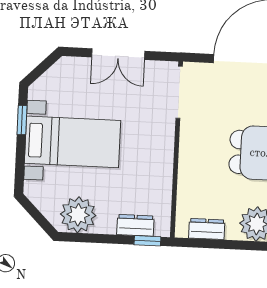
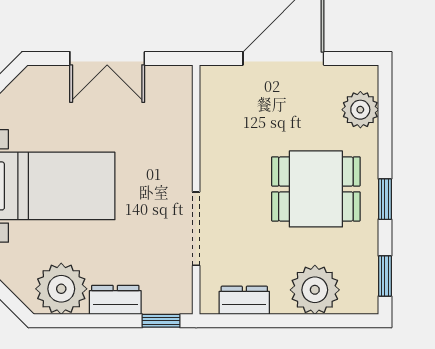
doorway: (179, 92) -> (196, 229), moved
dresser: (135, 225) -> (115, 300), moved

